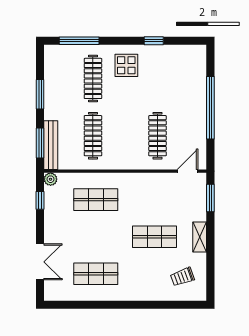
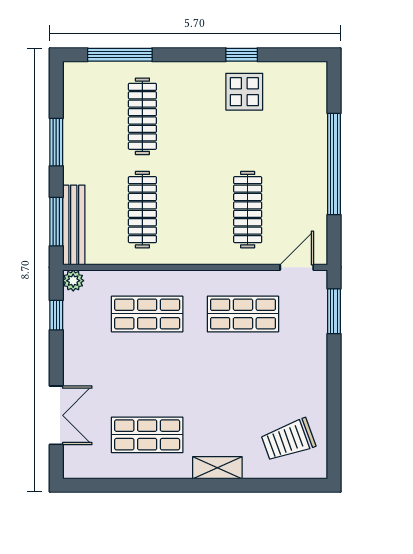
display table: (126, 65) -> (244, 92), moved
shop shelf: (155, 237) -> (243, 314), moved
shelving: (200, 237) -> (217, 468), moved, turned 90
trolley: (182, 277) -> (288, 440), width x1.36, depth x1.39

